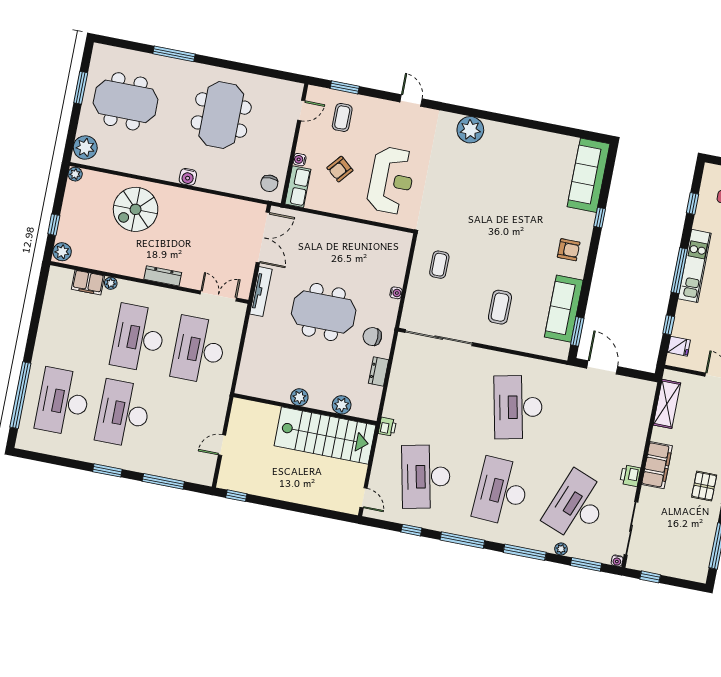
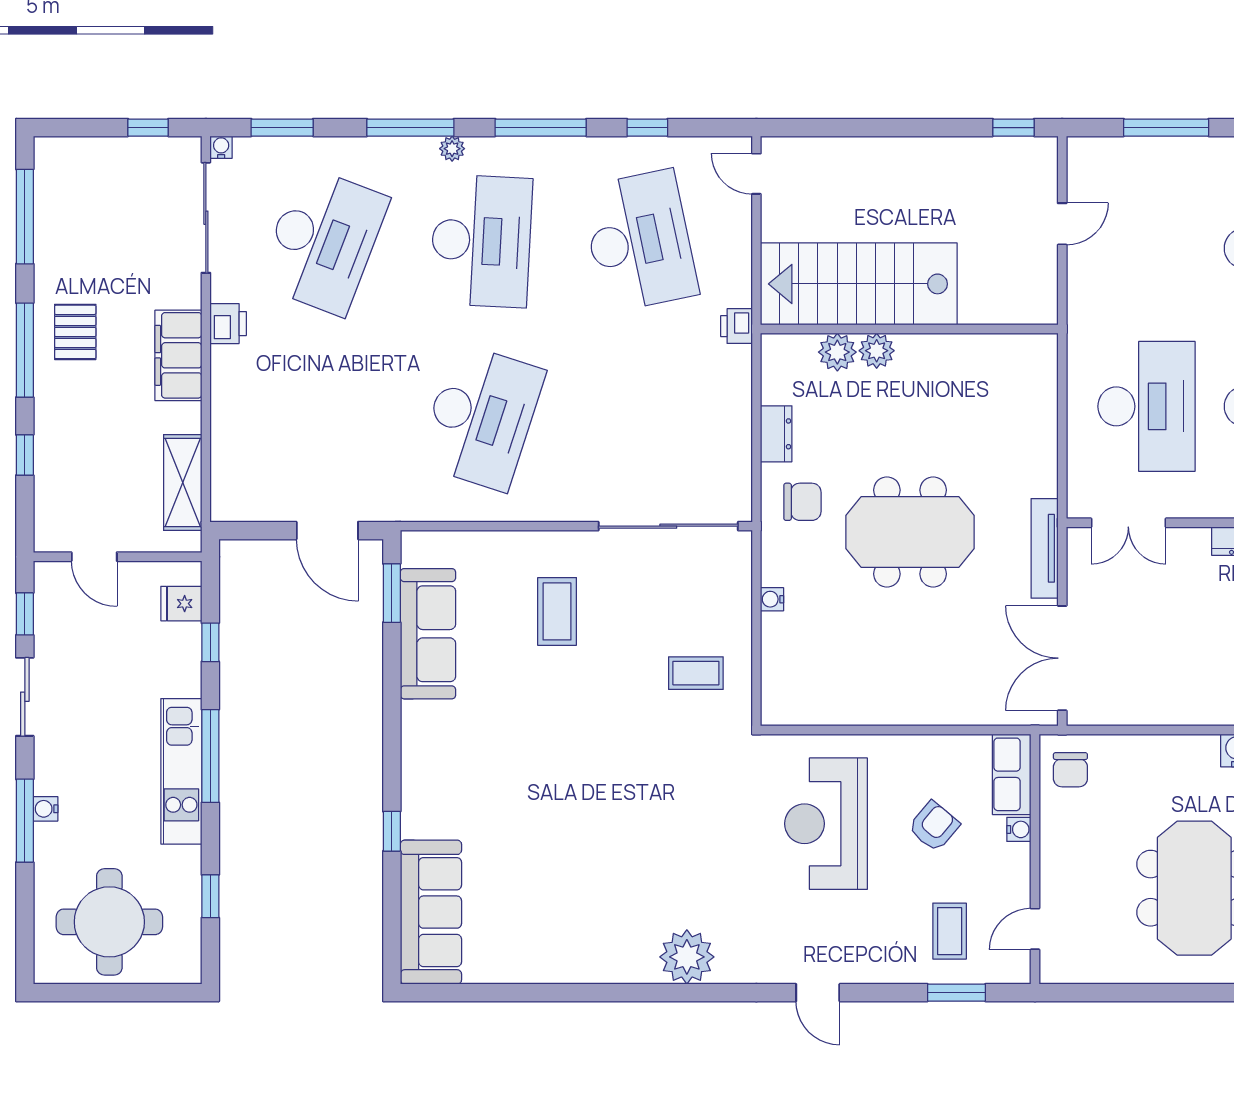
chair: (269, 183) -> (1070, 770), turned 180
armchair: (569, 250) -> (441, 754), removed
coffee table: (439, 265) -> (696, 673), turned 90
plant: (299, 397) -> (877, 351), moved
desk: (518, 407) -> (481, 417), turned 30
plant: (561, 549) -> (452, 149), moved

